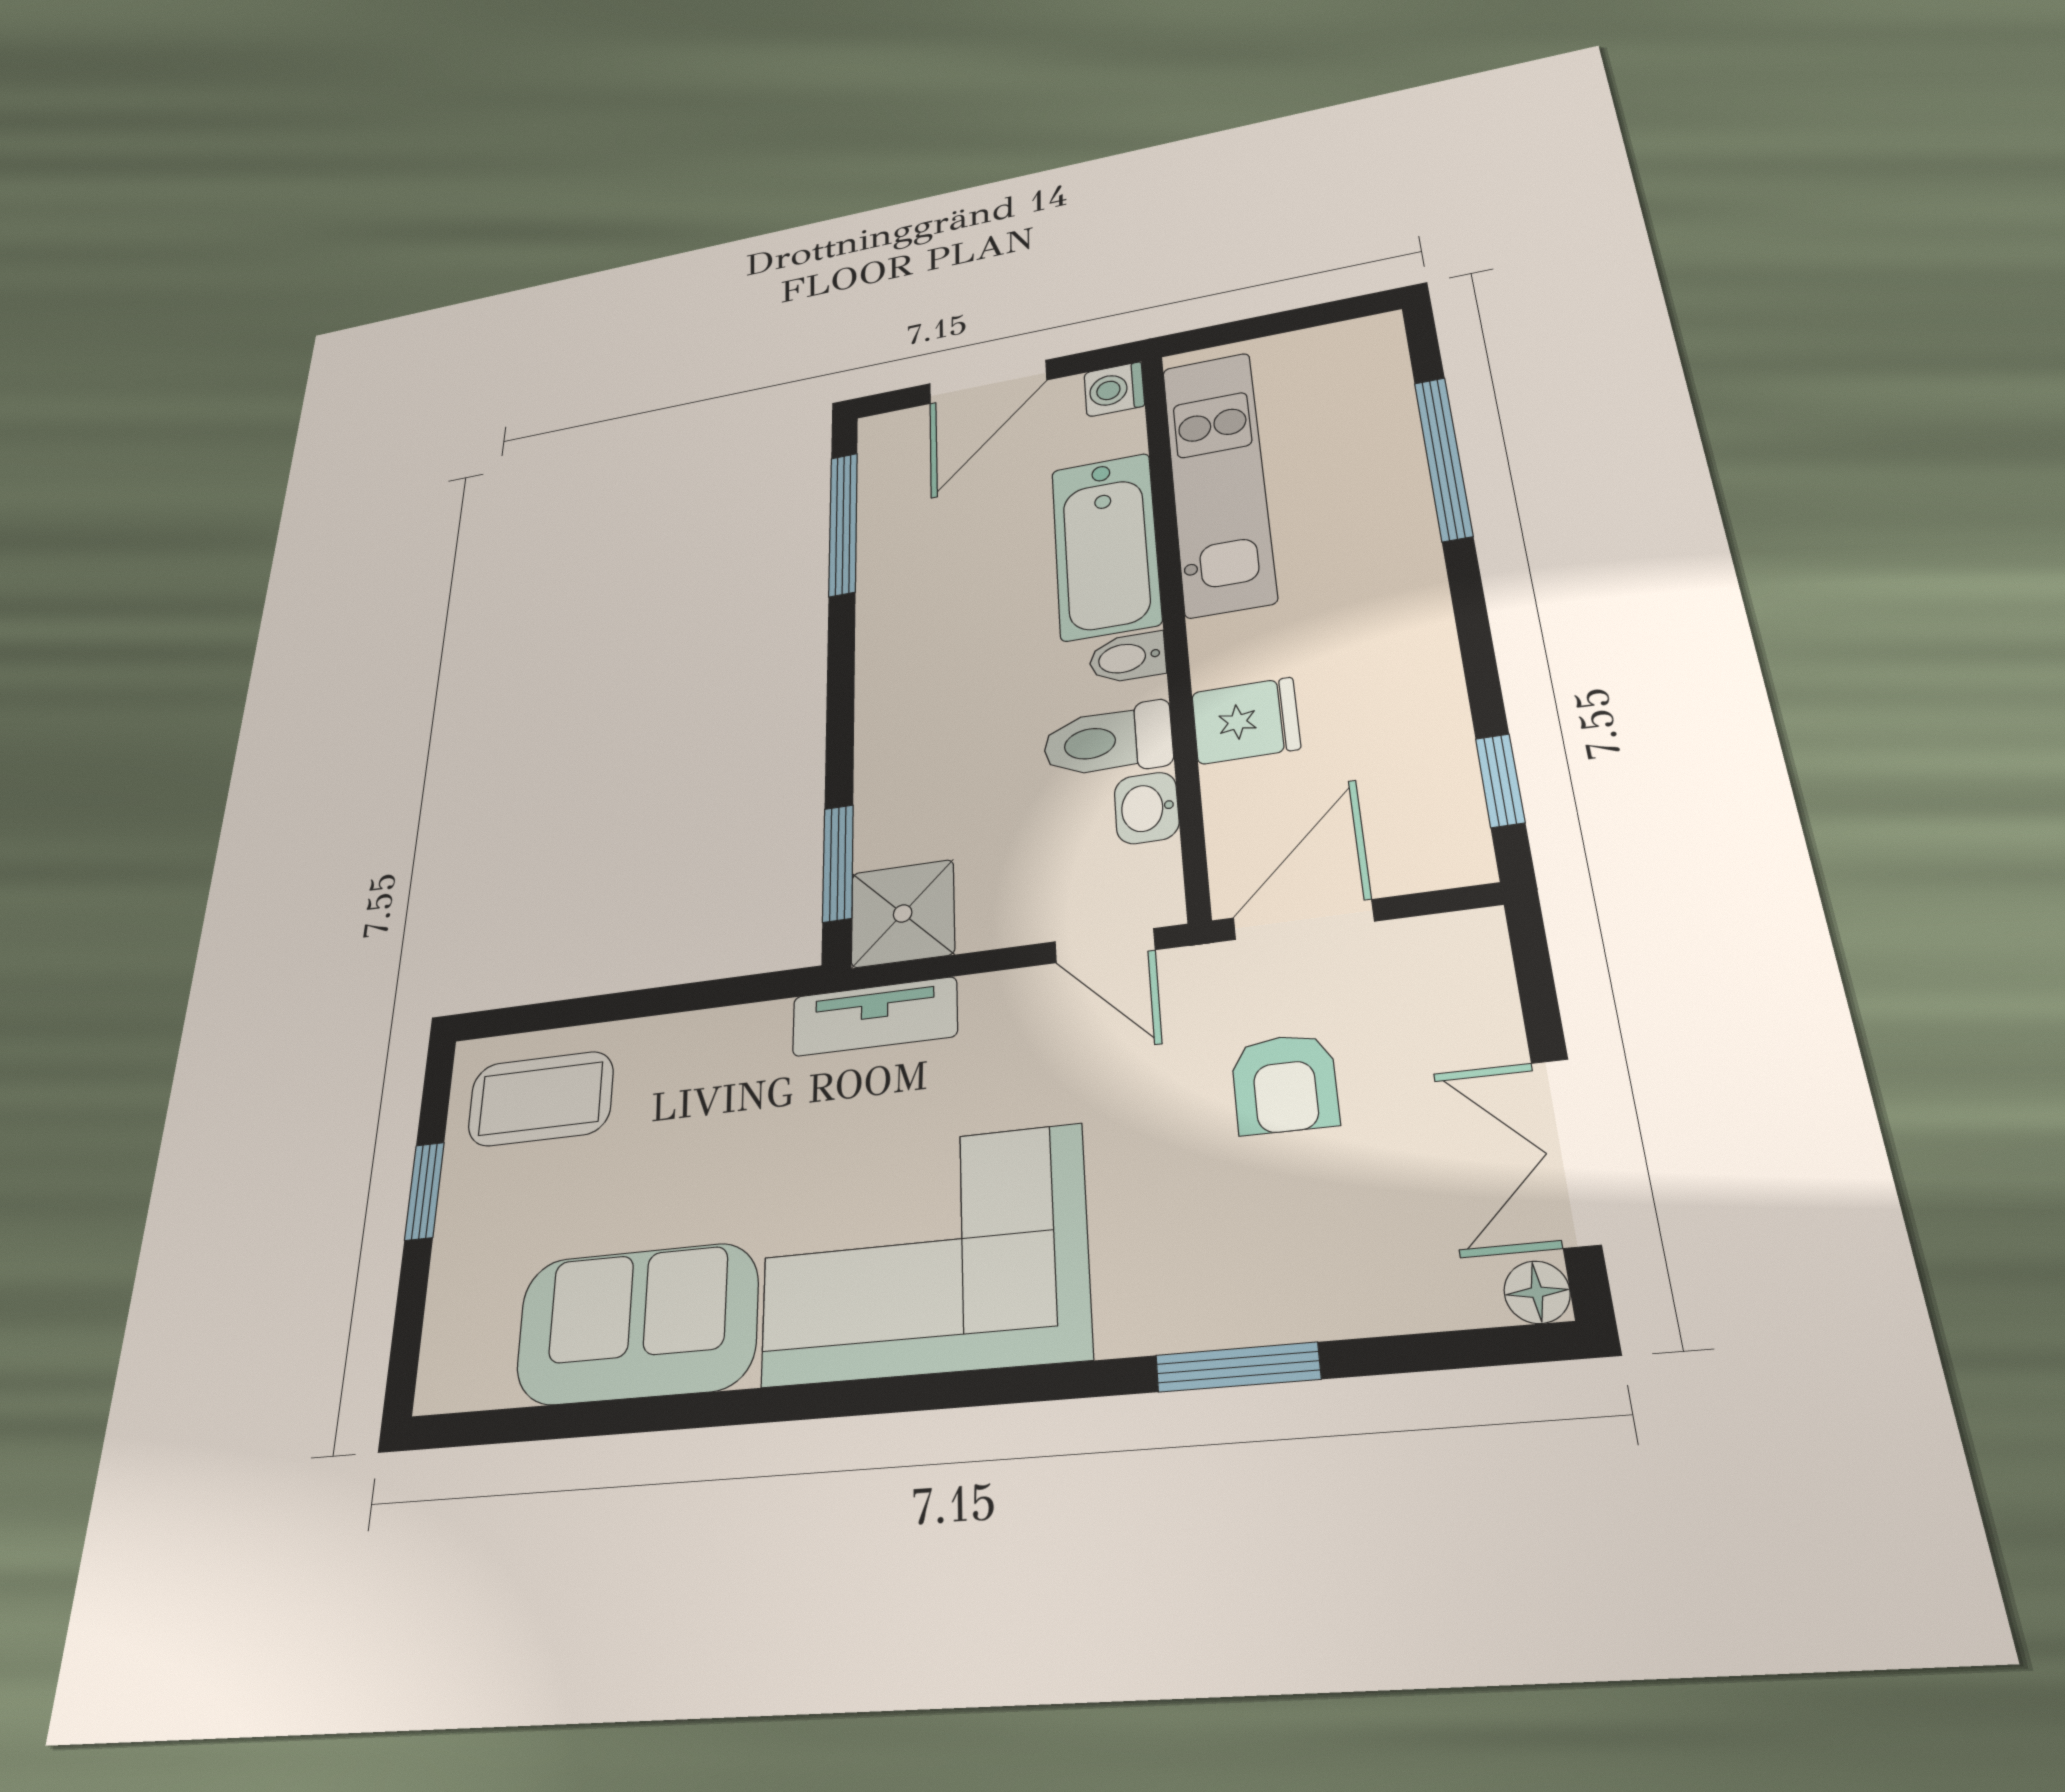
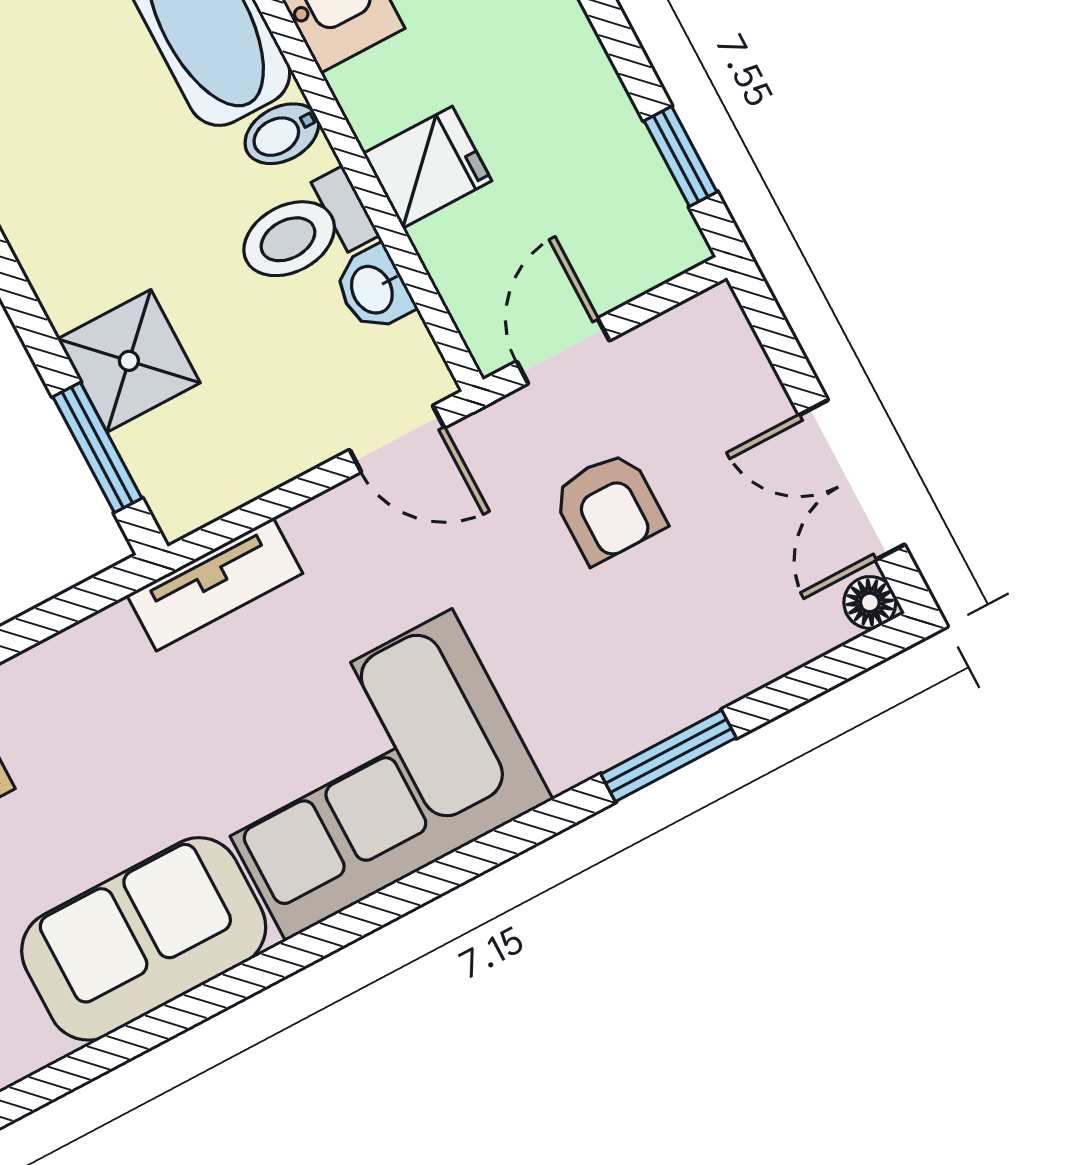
shower: (903, 913) -> (129, 361), moved
door: (1303, 920) -> (563, 351), width x0.73

